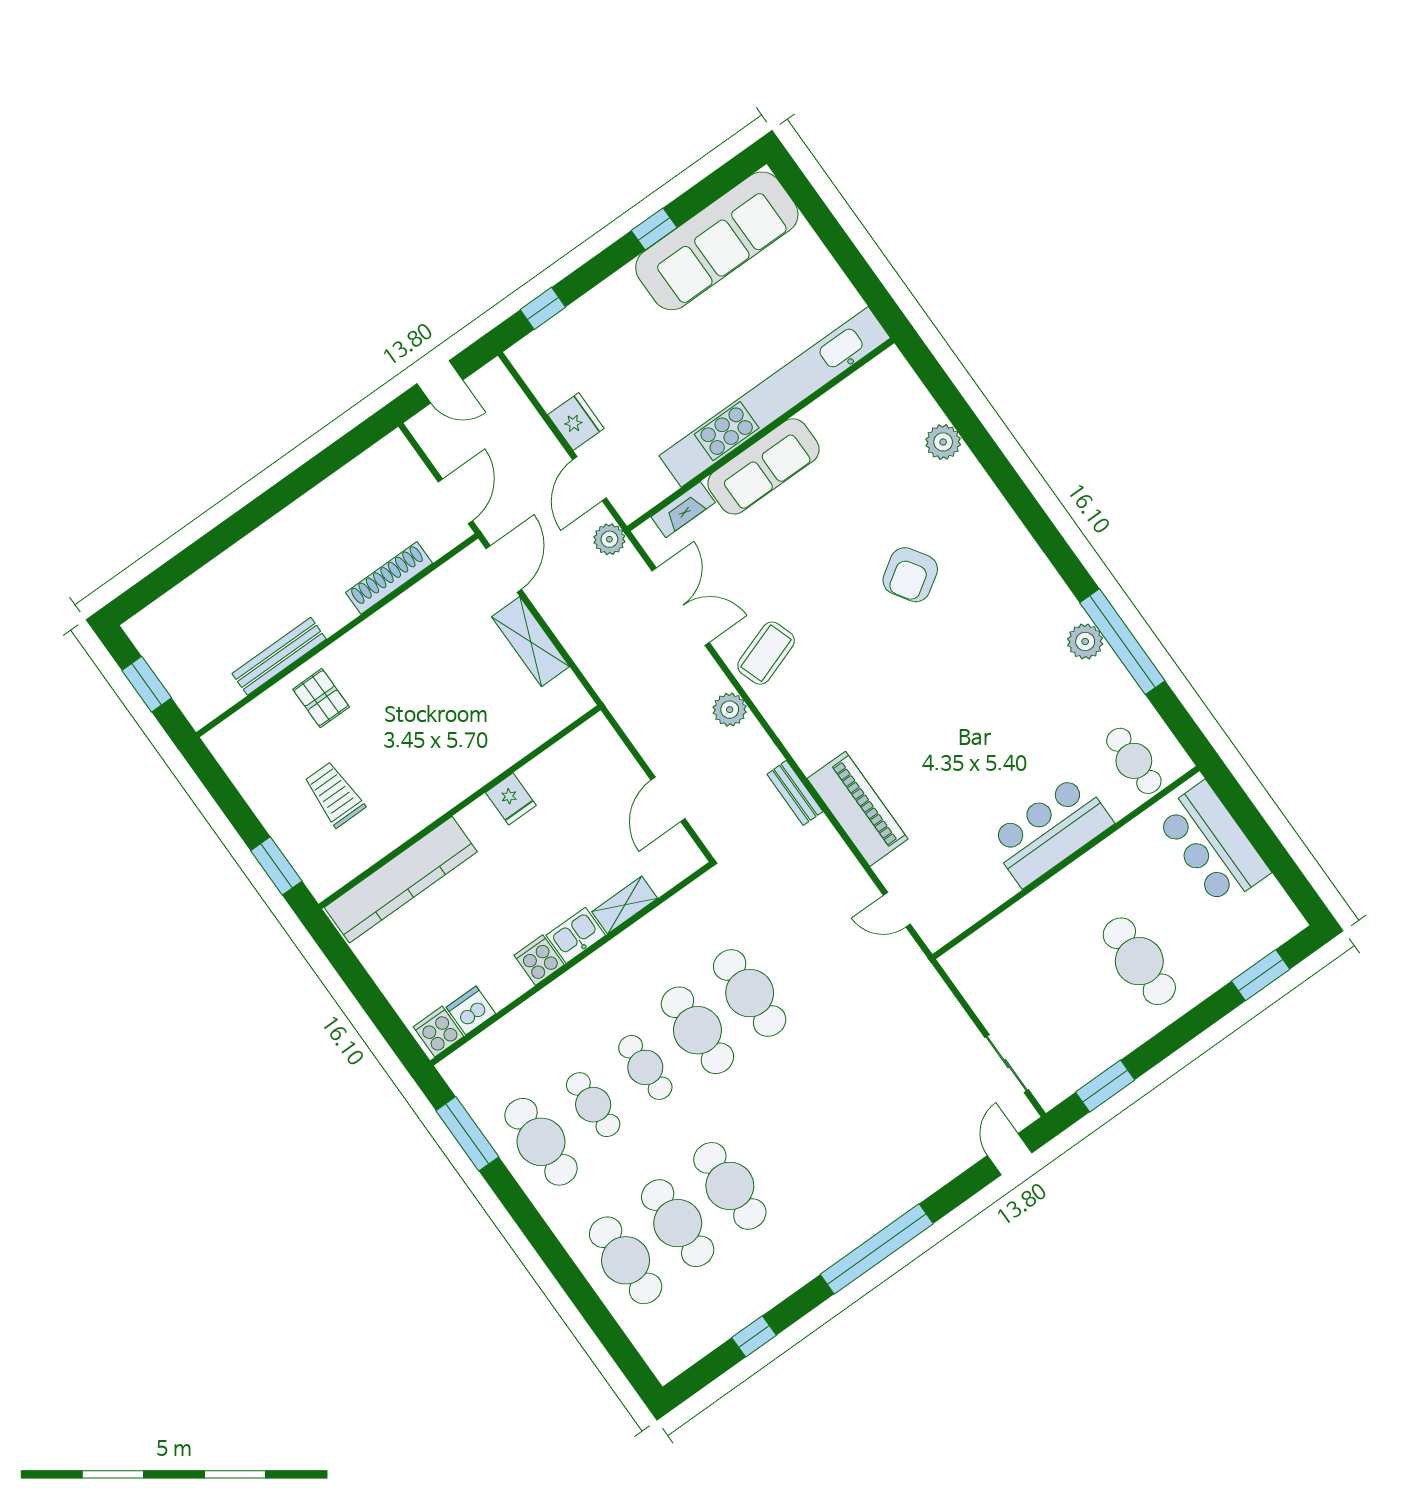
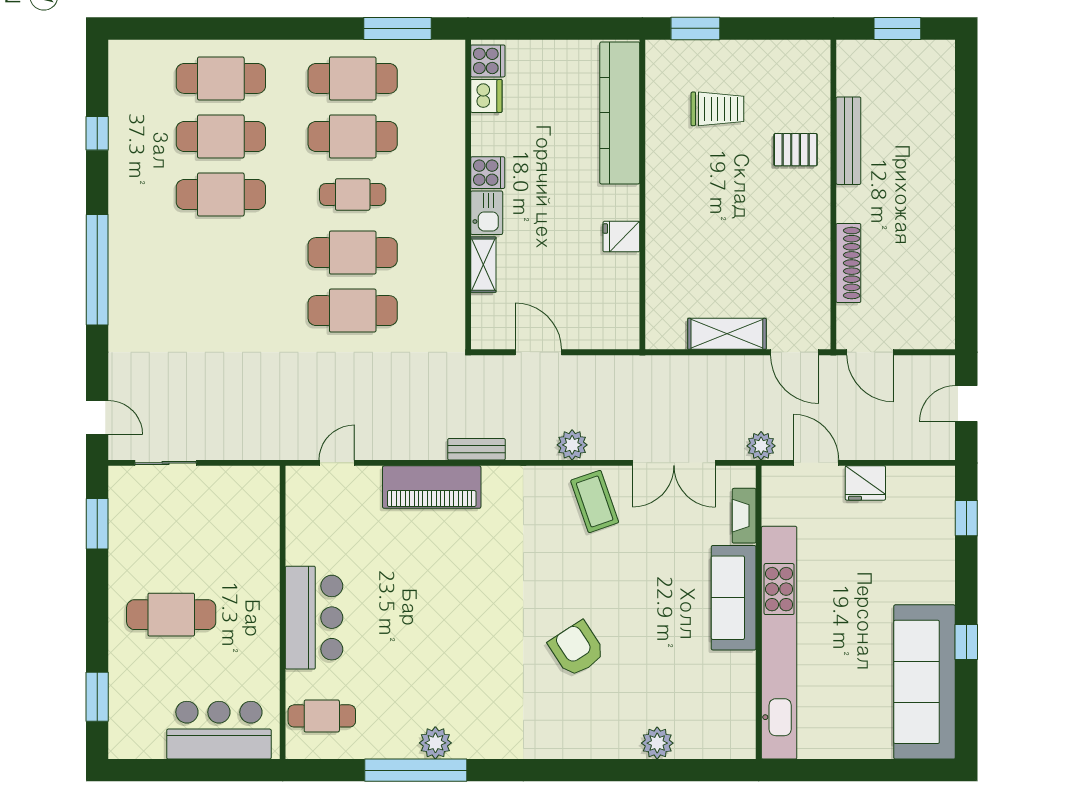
cafe table: (593, 1105) -> (353, 136), width x1.37, depth x1.35

